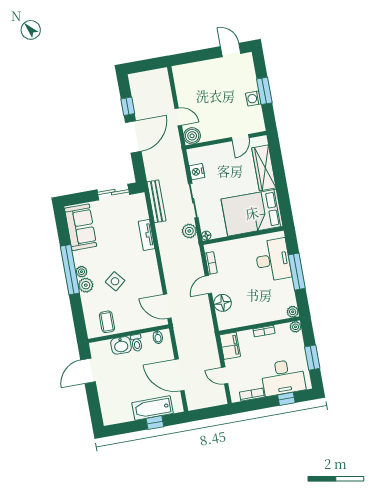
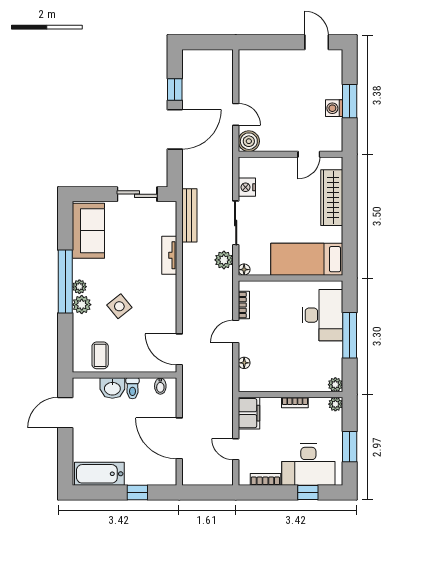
bed: (252, 213) -> (307, 259), width x0.67
floor lamp: (223, 303) -> (244, 363), width x0.53, depth x0.53
bathtub: (153, 408) -> (99, 474), moved

